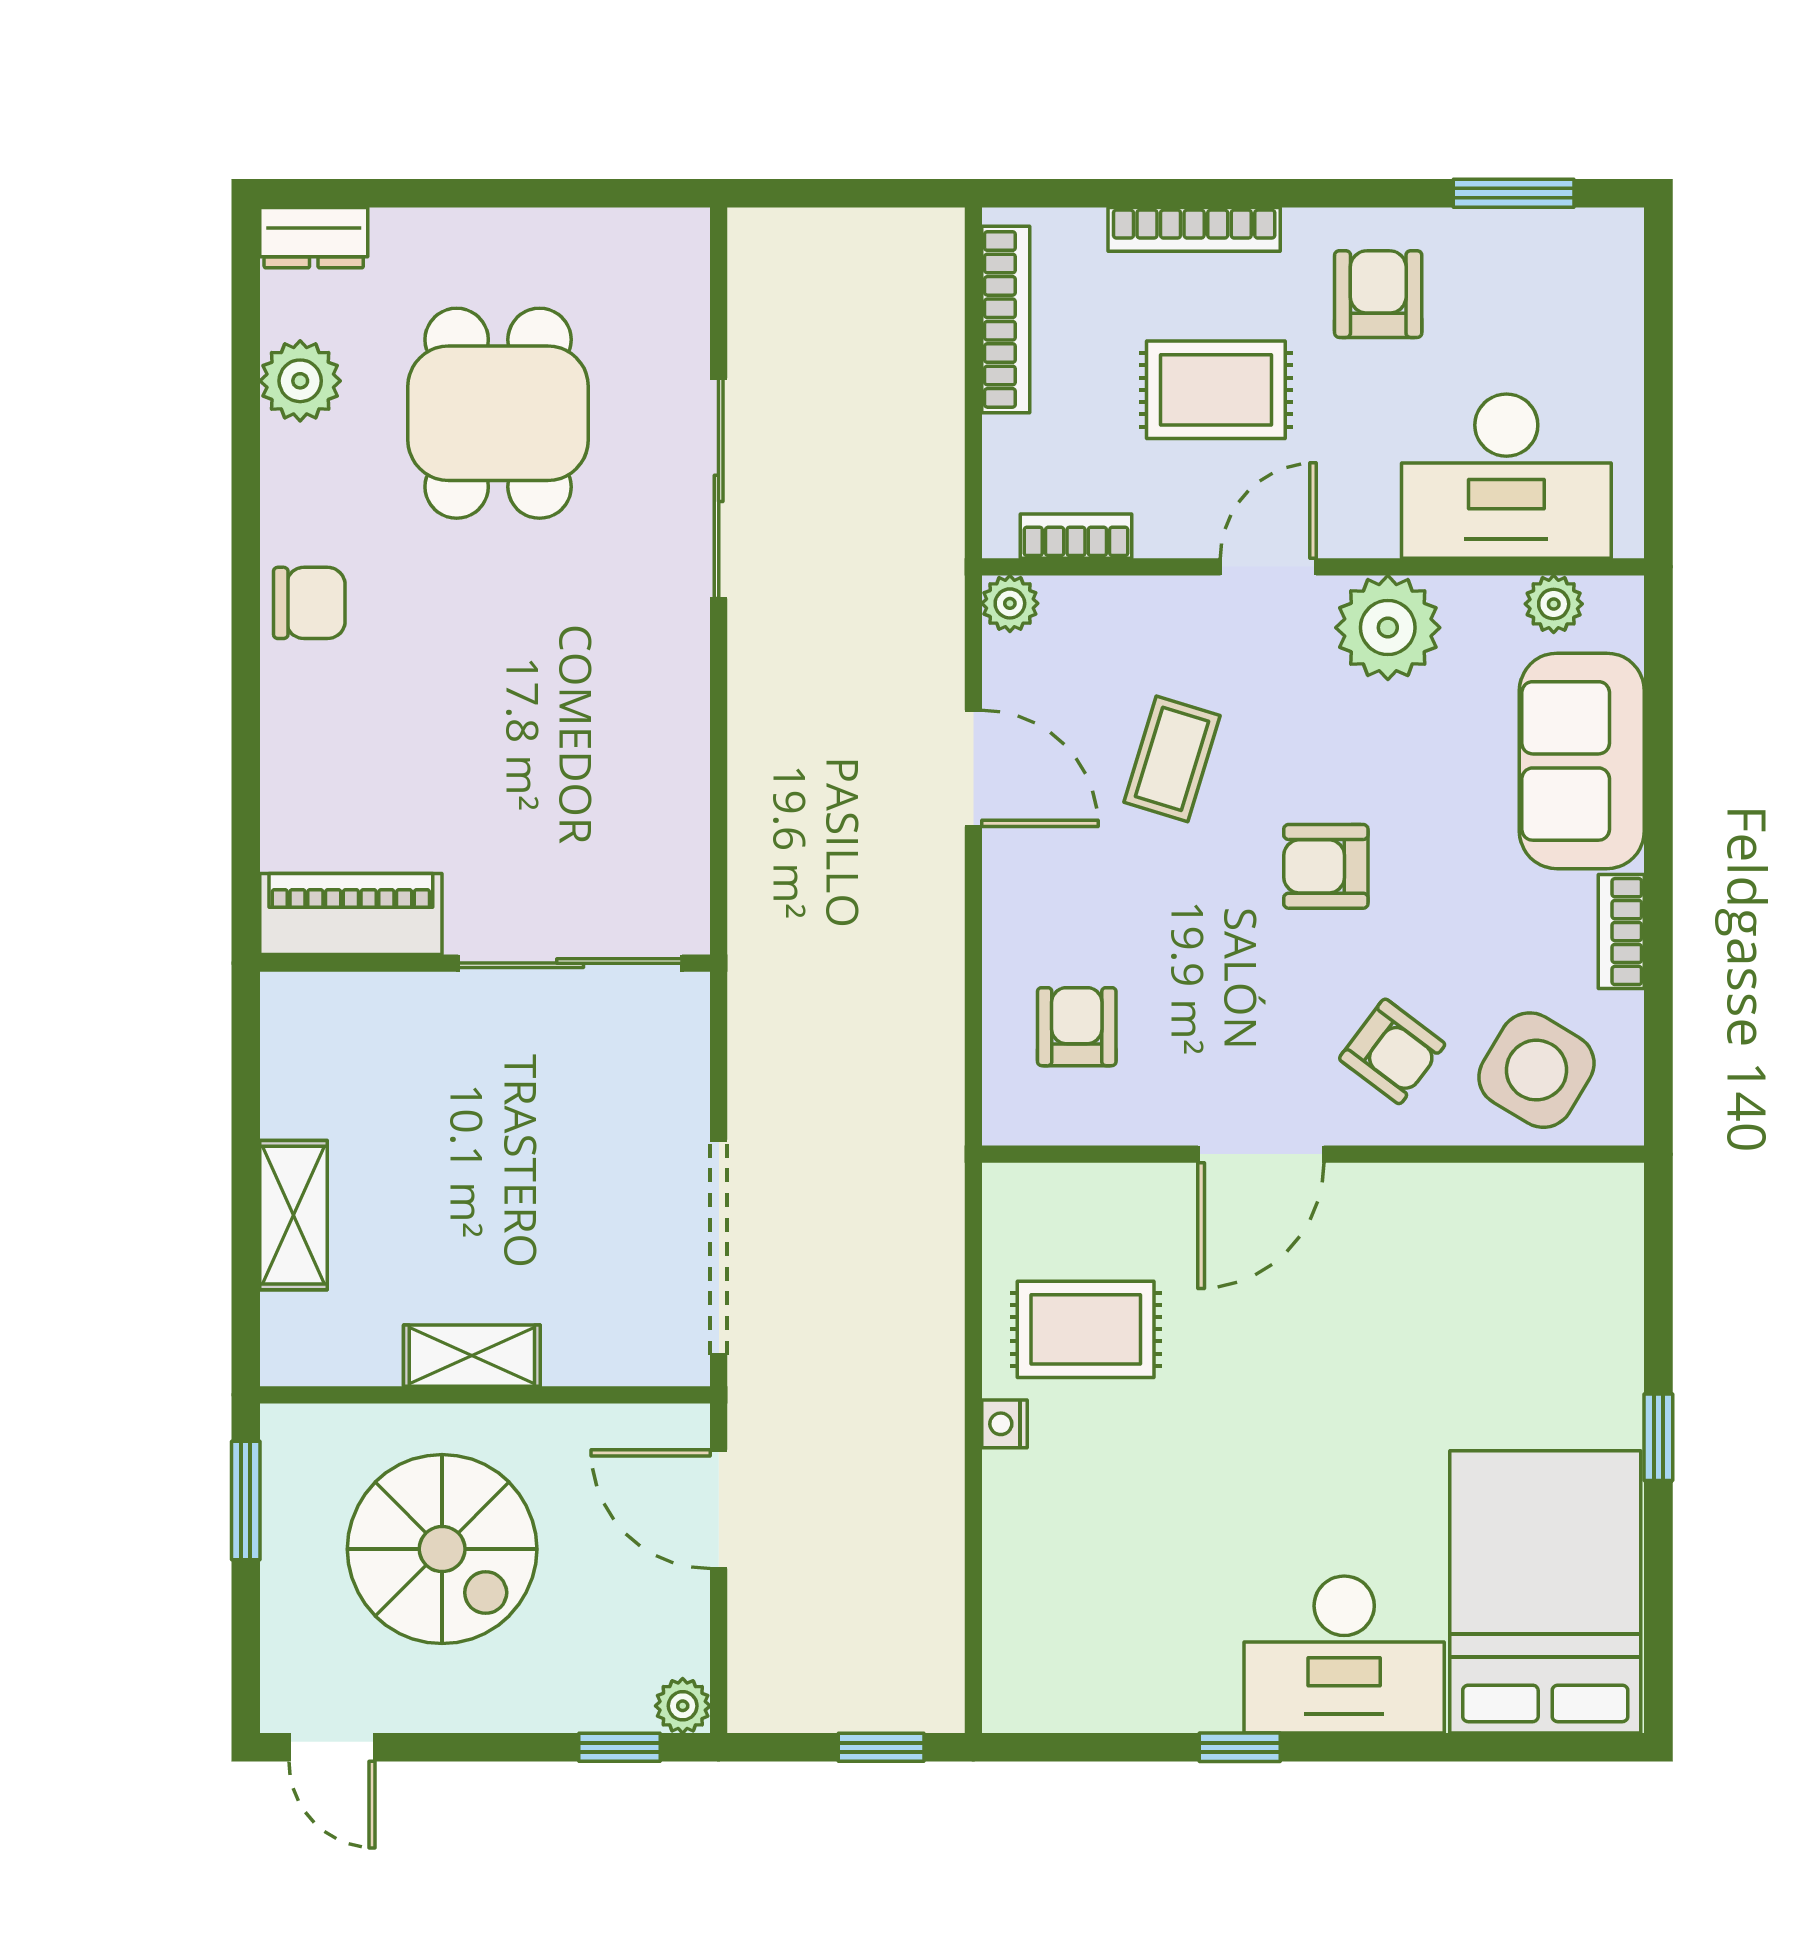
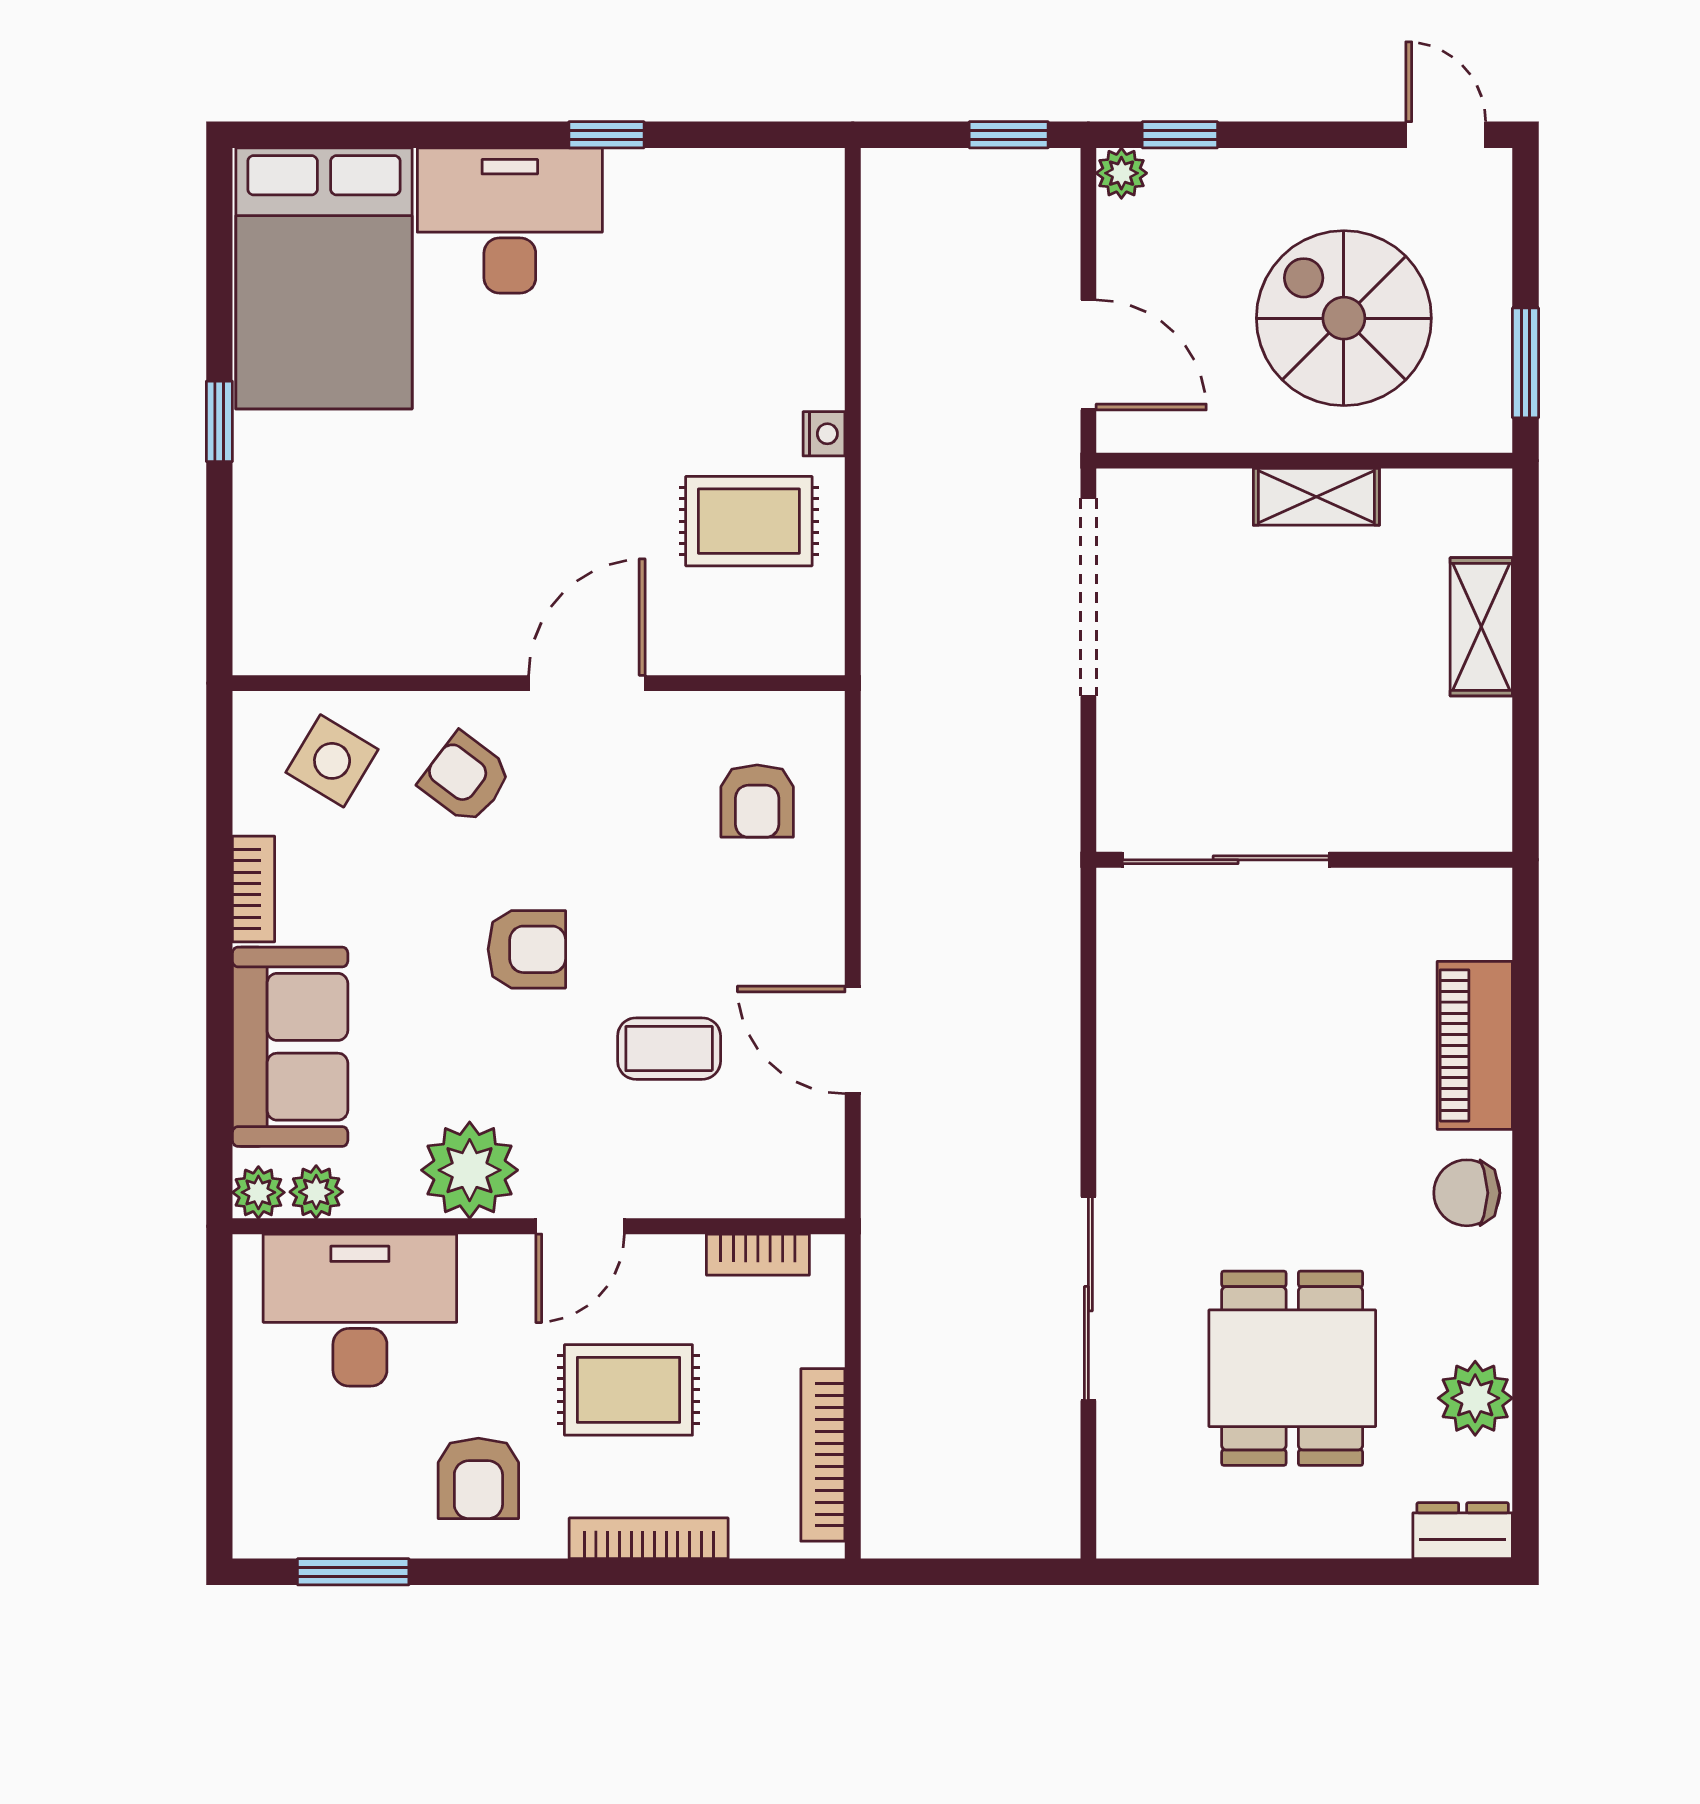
plant: (1010, 603) -> (258, 1192), moved
coffee table: (1172, 759) -> (669, 1049), turned 73
piano: (351, 914) -> (1475, 1045), moved, turned 90
side table: (1536, 1070) -> (332, 761), width x0.73, depth x0.73
window: (881, 1747) -> (1009, 135), moved

